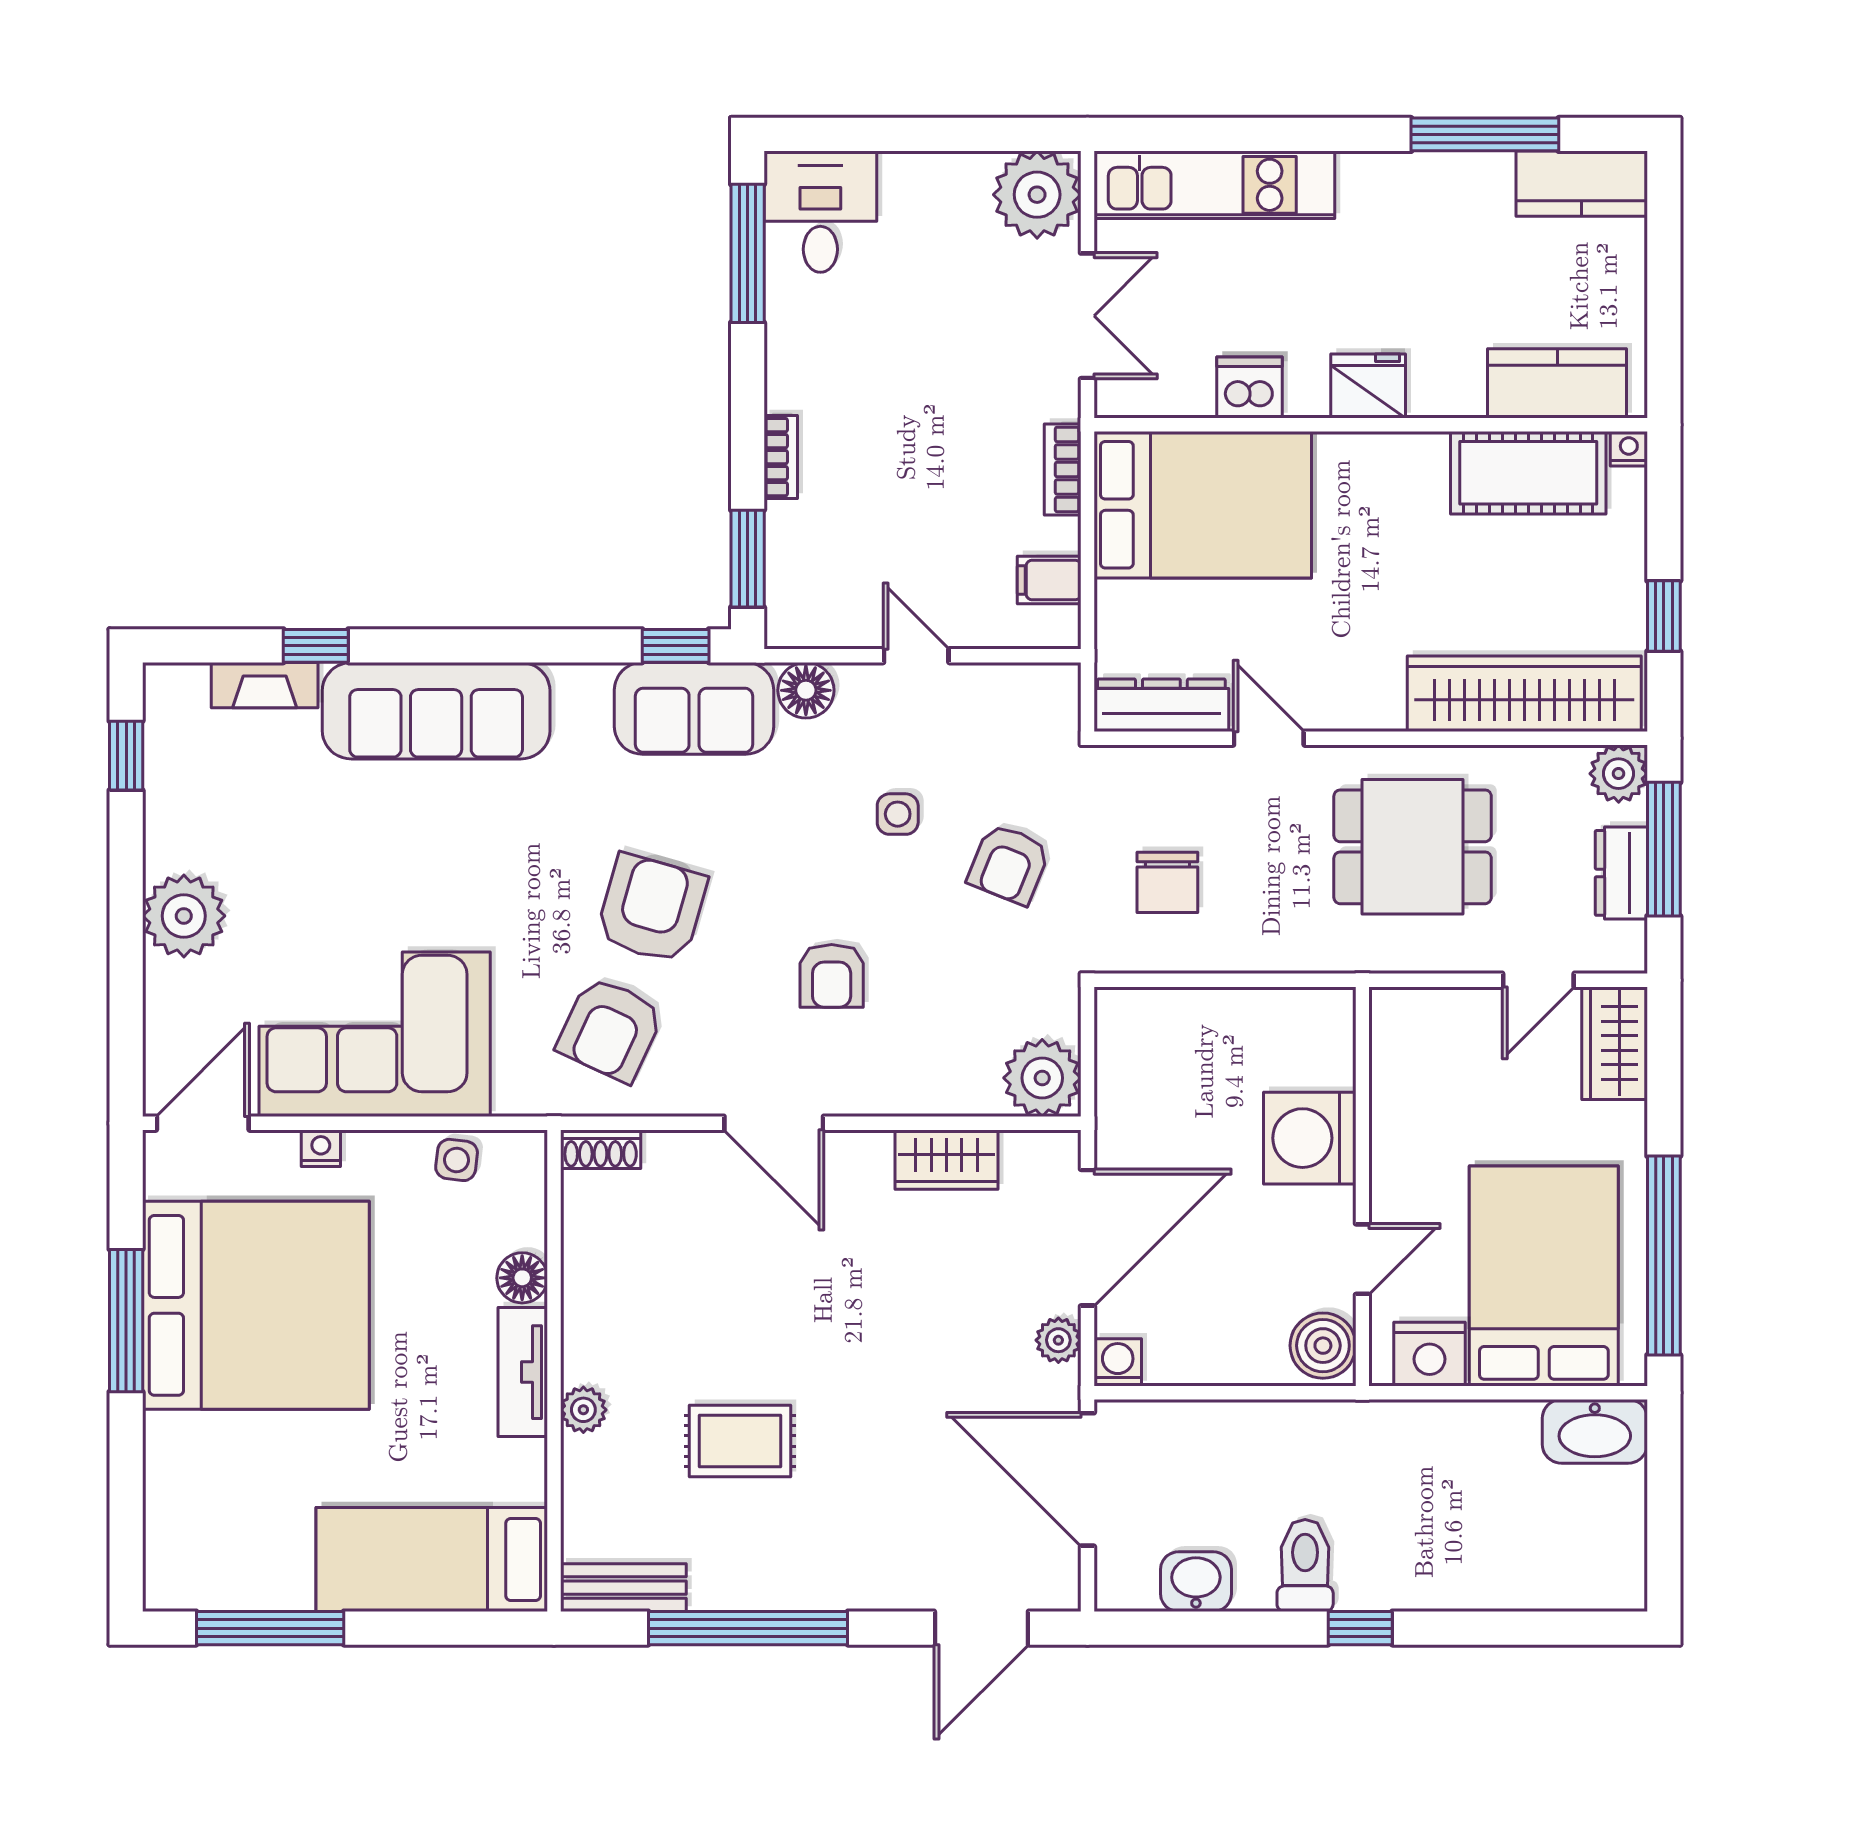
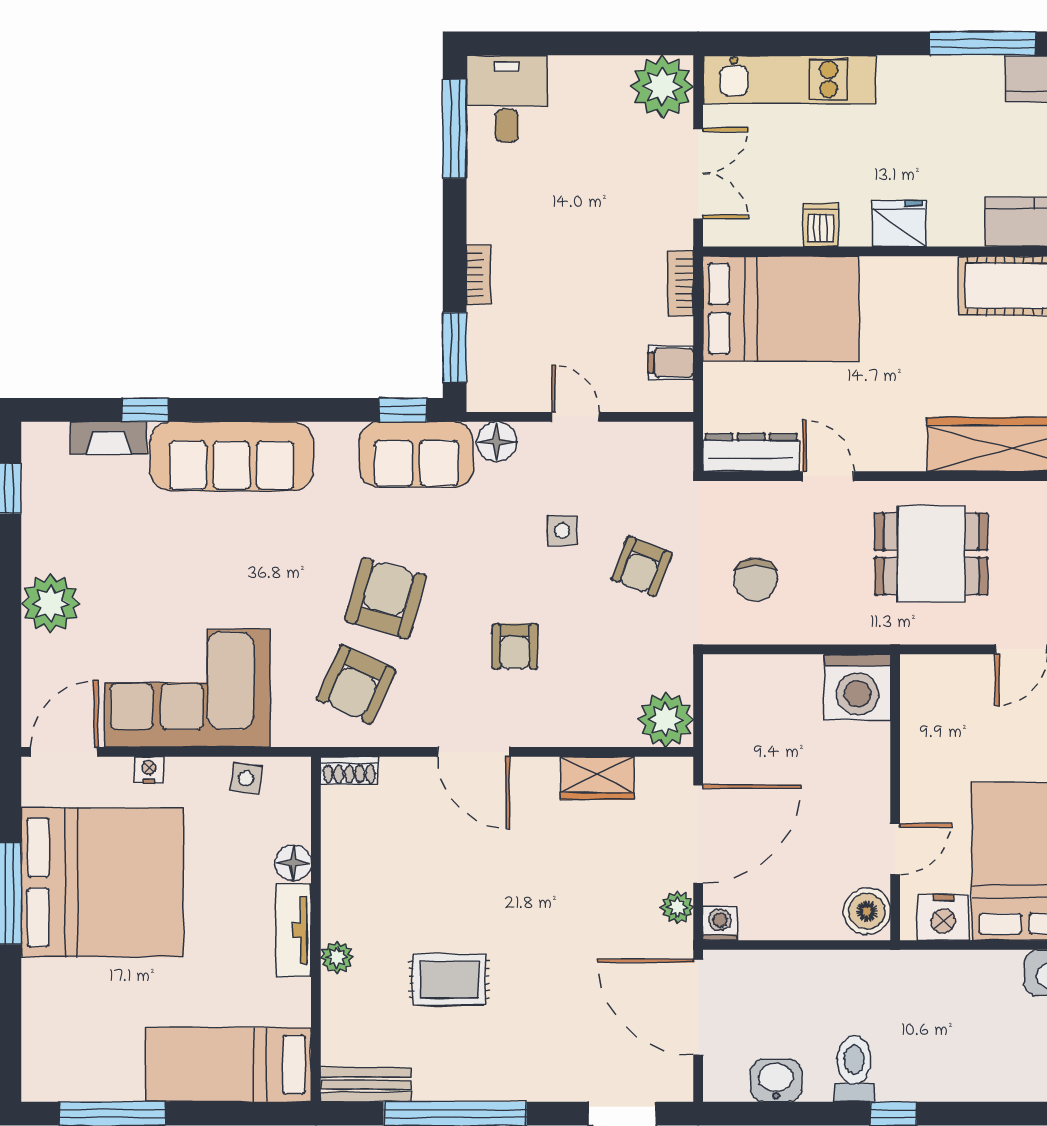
dishwasher: (1250, 388) -> (821, 225), width x0.73
washing machine: (1310, 1138) -> (857, 687), moved, turned -90

